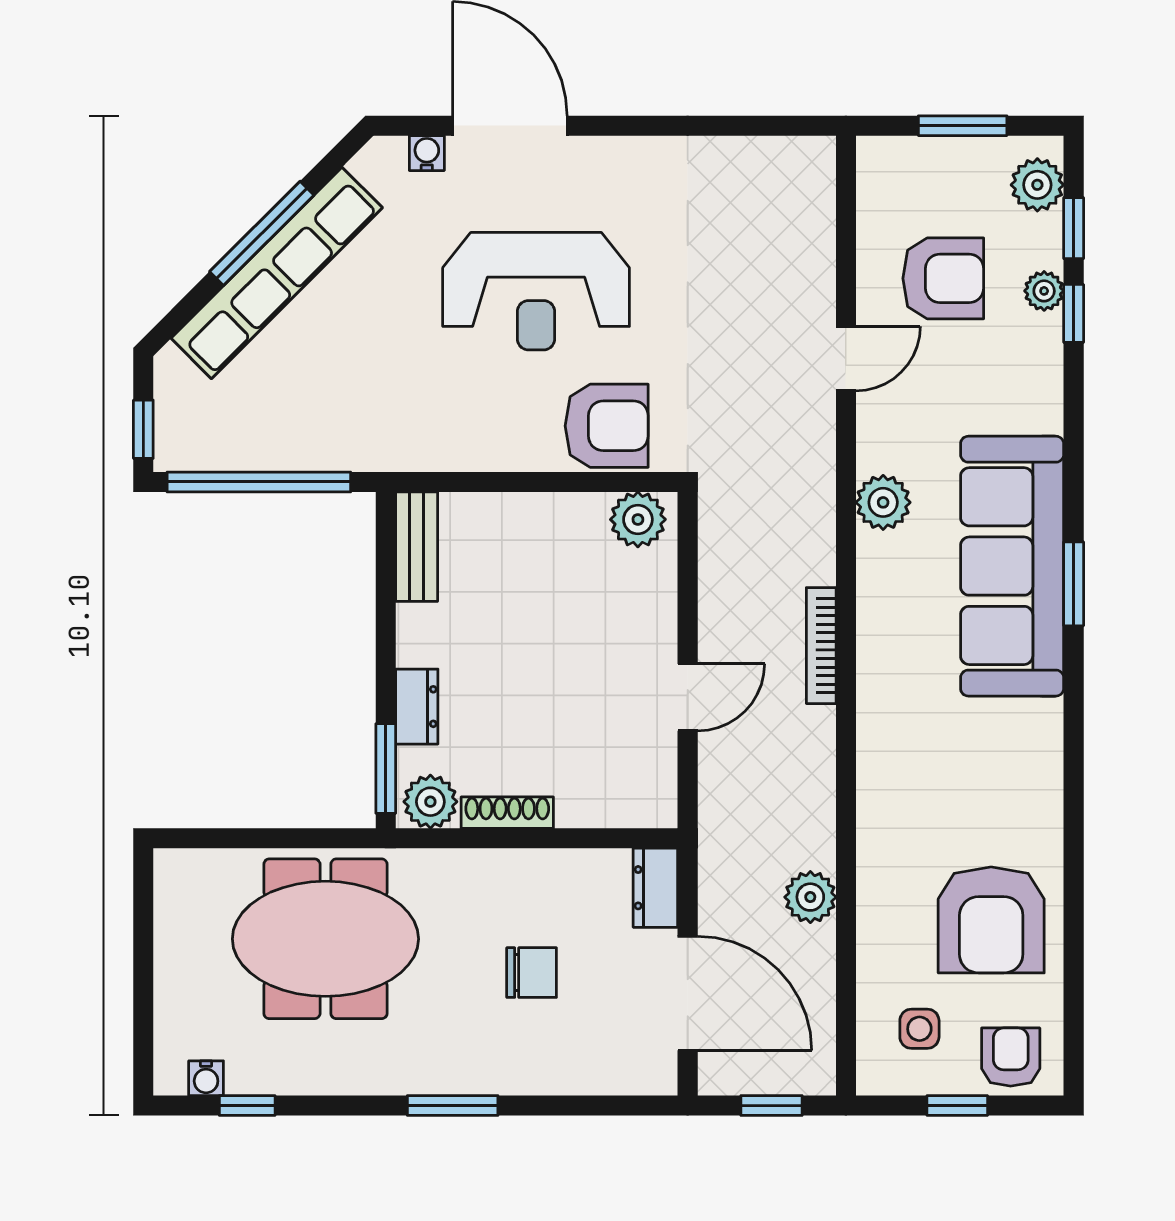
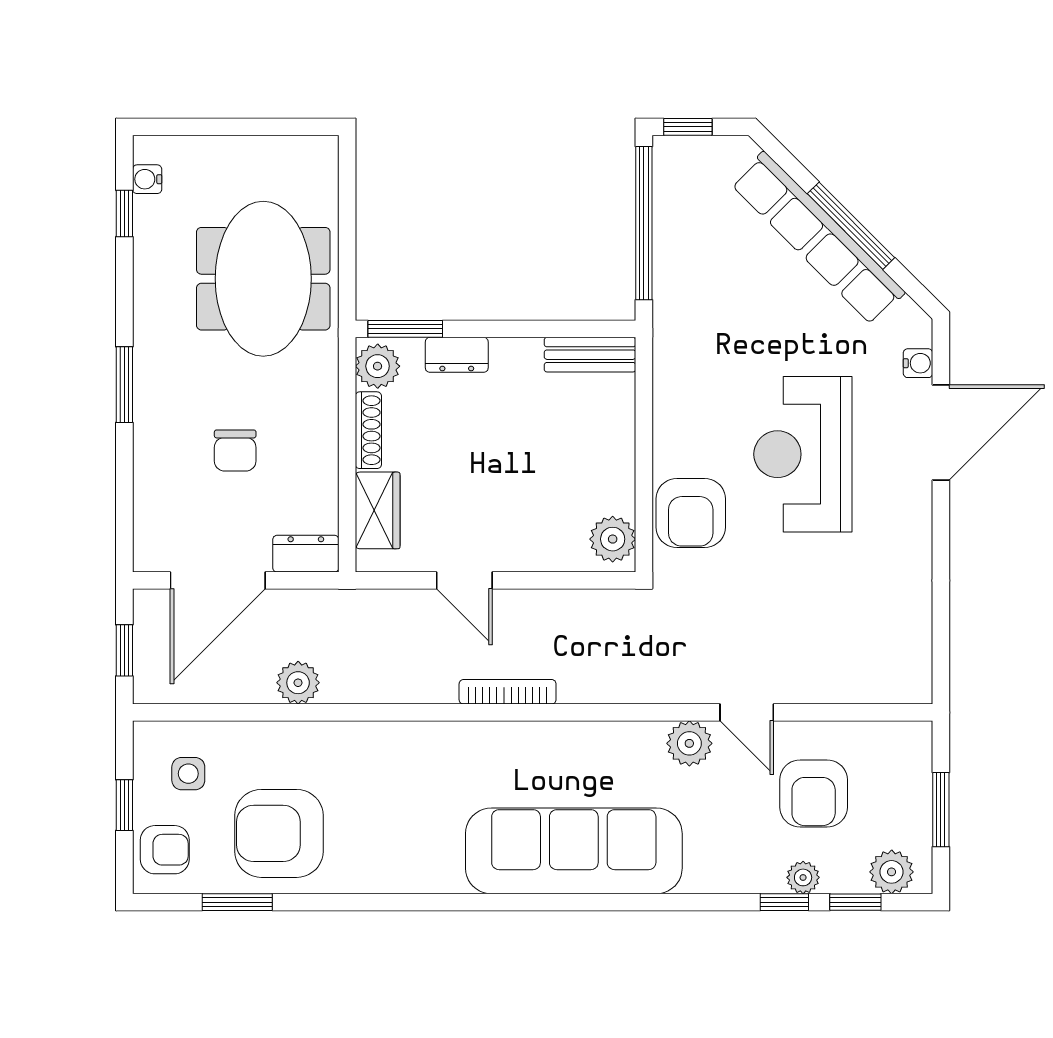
plant: (883, 502) -> (689, 743), moved
window: (1074, 584) -> (237, 902), moved
wardrobe: (604, 802) -> (378, 510), added

